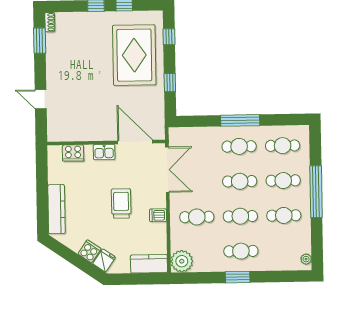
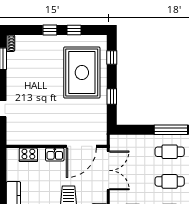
door: (135, 142) -> (81, 146), swing flipped

